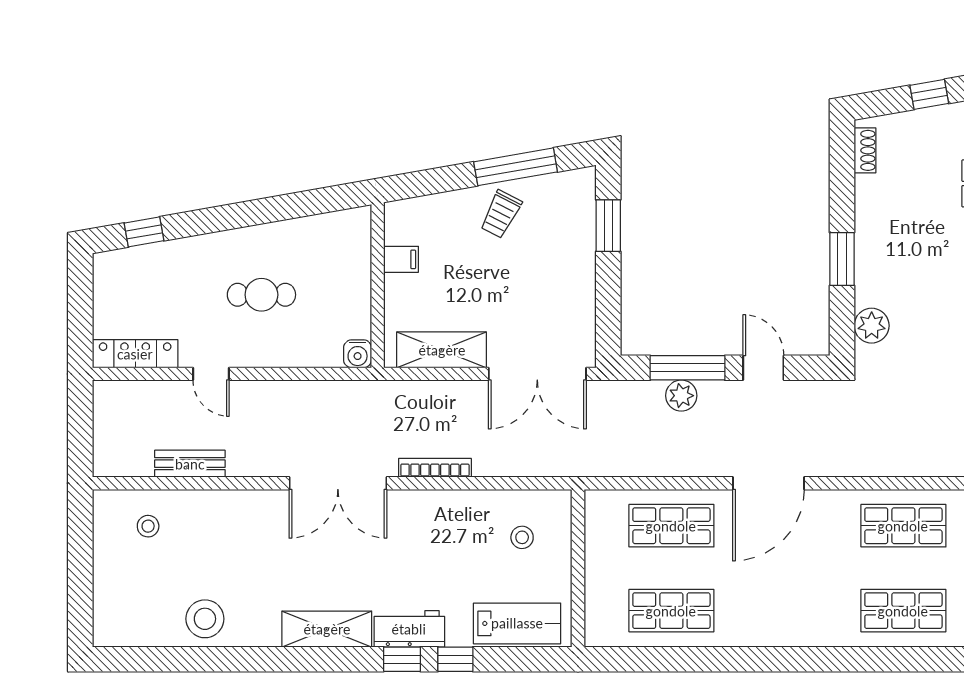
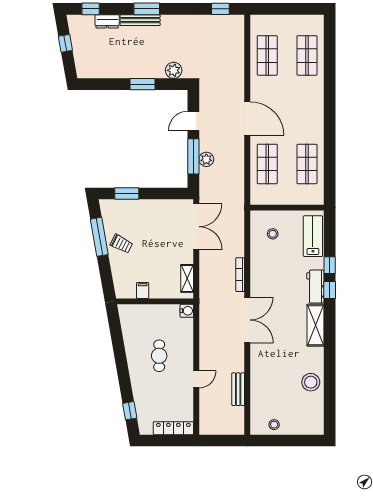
shoe rack: (865, 150) -> (92, 73), removed
shelving: (442, 350) -> (187, 278), width x0.67, depth x0.75
locker: (135, 354) -> (173, 428), moved, turned 90
stool: (148, 526) -> (274, 425), moved

